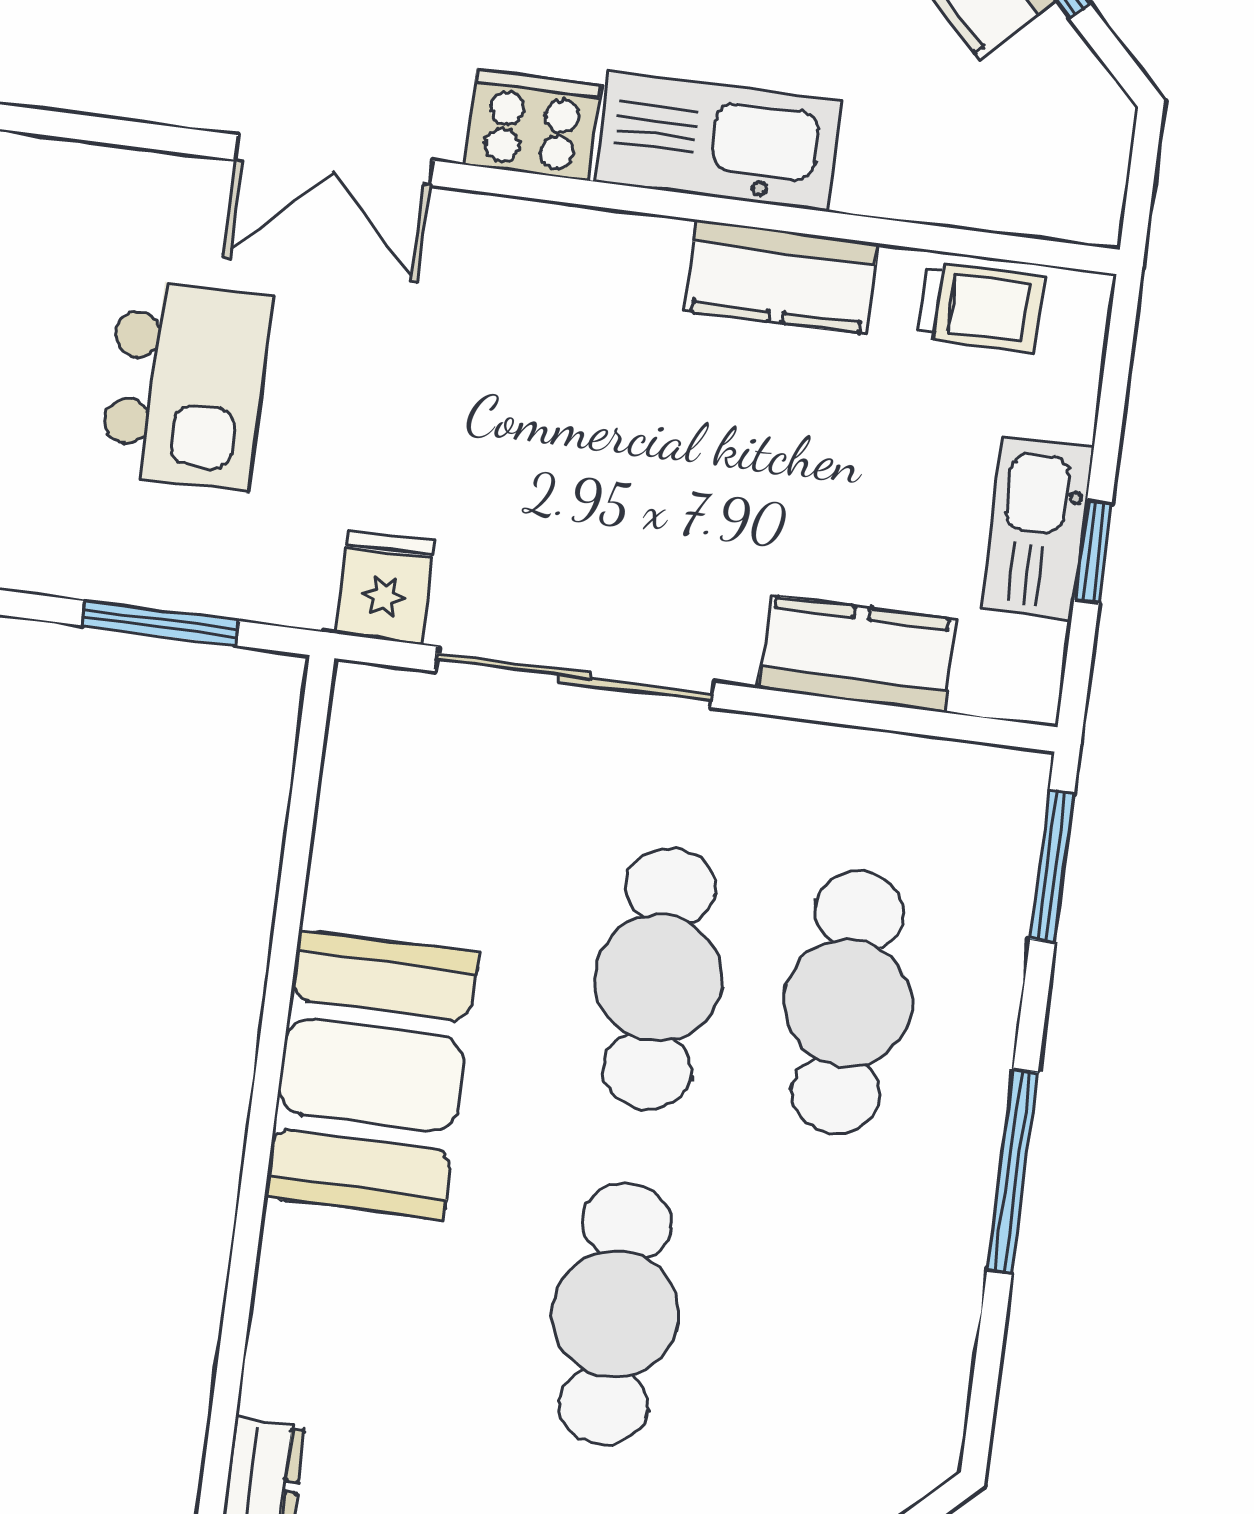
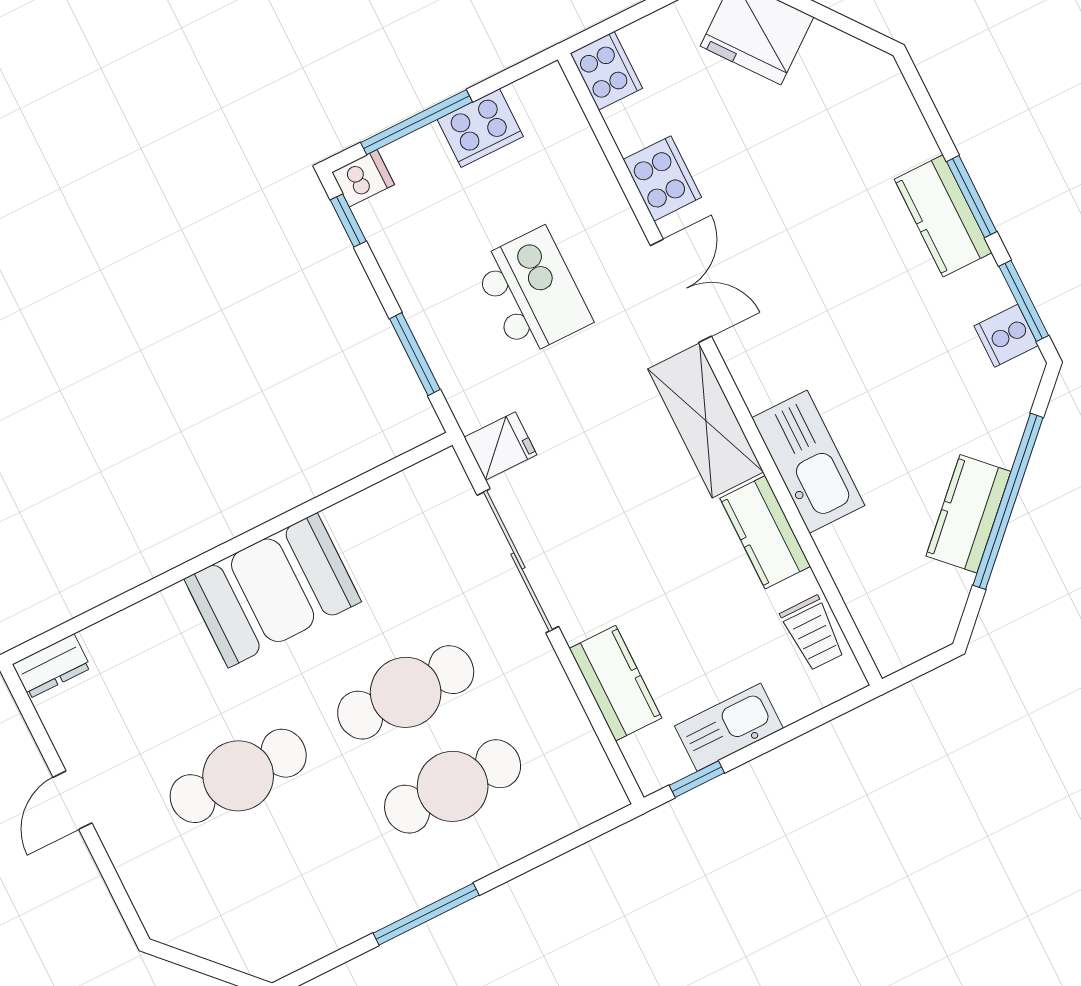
cooker: (533, 125) -> (662, 178), moved
double door: (334, 160) -> (681, 291), swing flipped
shelving: (553, 254) -> (706, 421), added
kitchen island: (185, 384) -> (532, 292), turned -90
window: (1093, 552) -> (697, 779), moved
window: (1052, 866) -> (578, 838), removed

